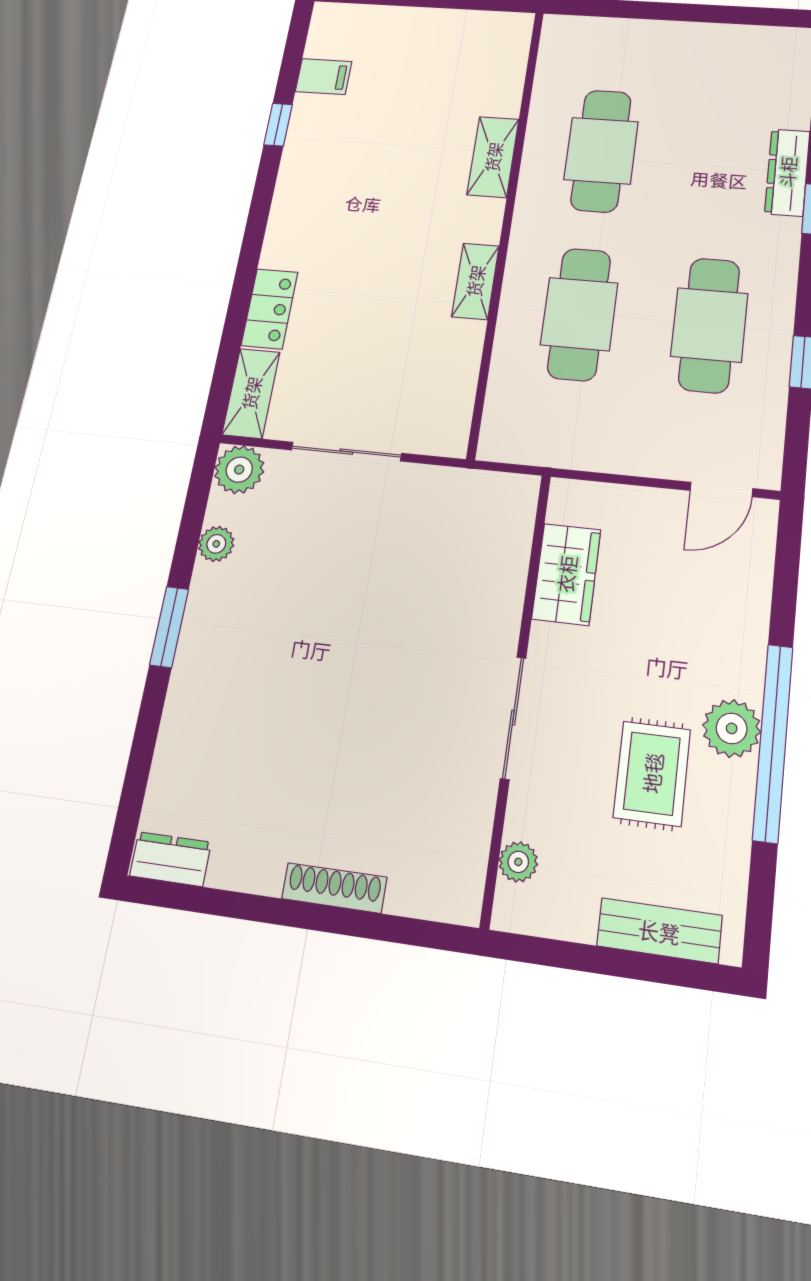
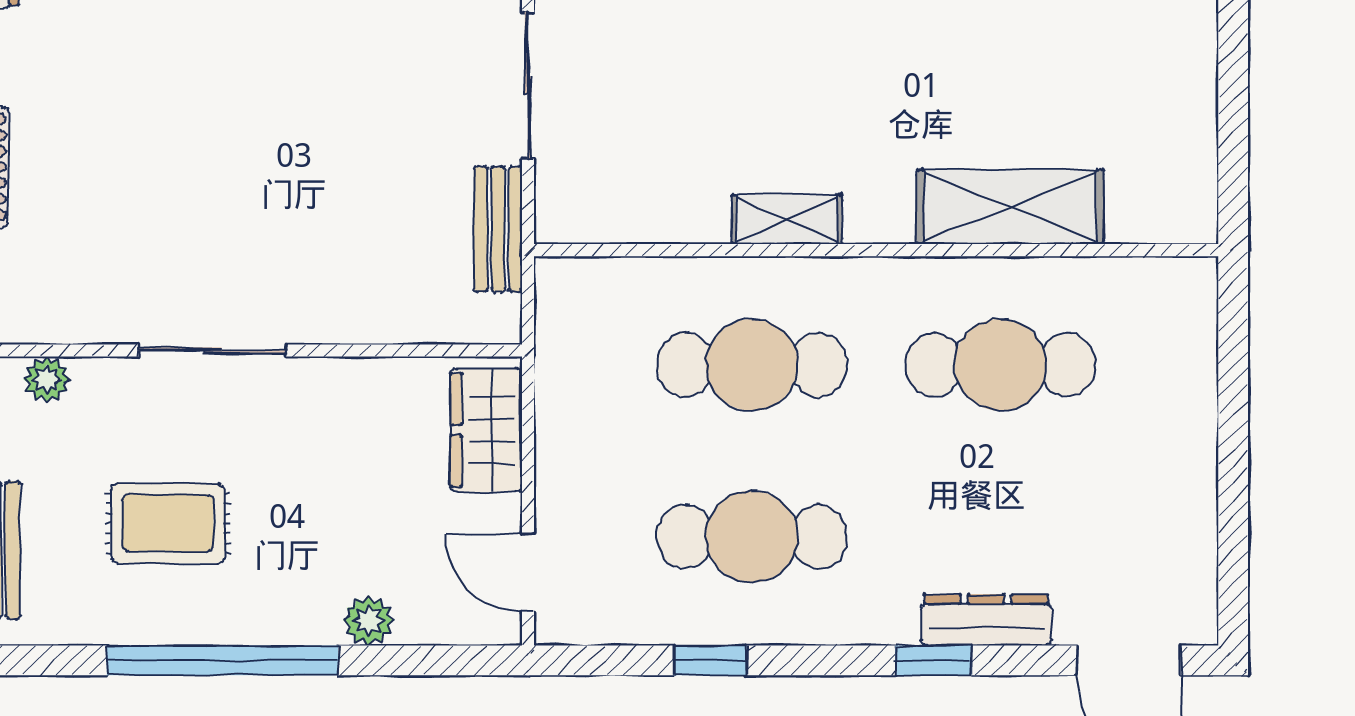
shelving: (493, 157) -> (1010, 207), width x1.50, depth x1.33
bench: (450, 484) -> (498, 229), added
wardrobe: (566, 574) -> (486, 430), moved, turned 90
plant: (732, 728) -> (369, 620), moved, width x0.73, depth x0.73

